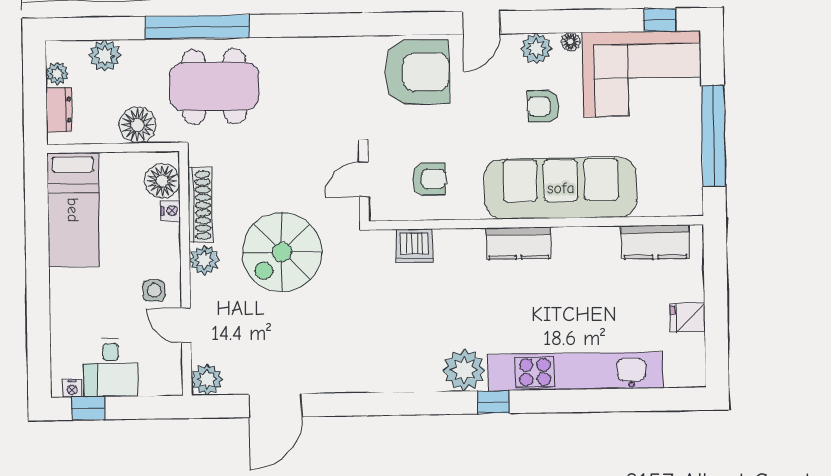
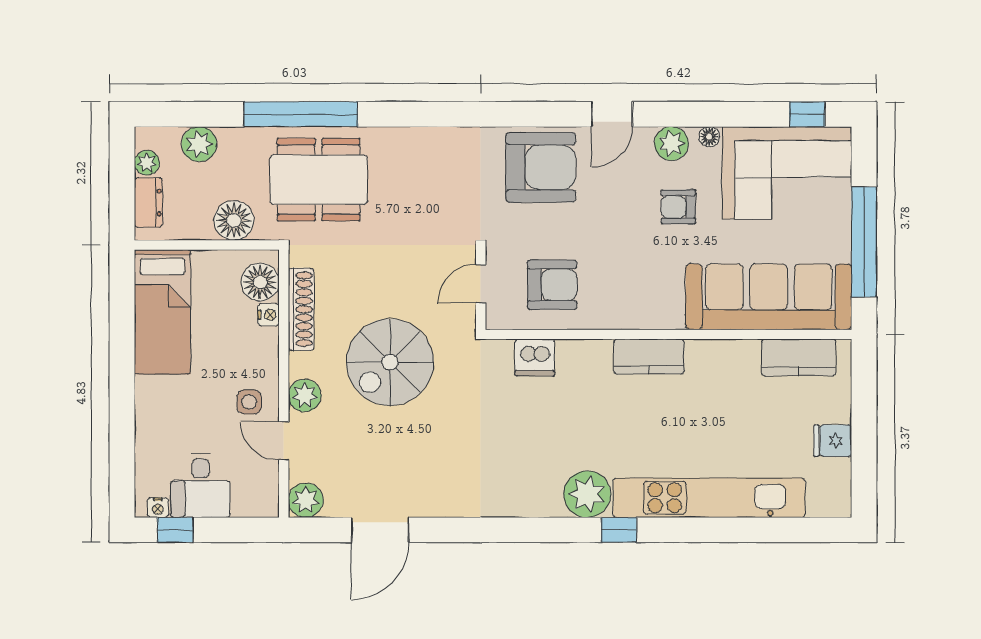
armchair: (429, 179) -> (552, 285), width x1.38, depth x1.38
sofa: (561, 188) -> (769, 297), moved
plant: (204, 260) -> (305, 396), moved

